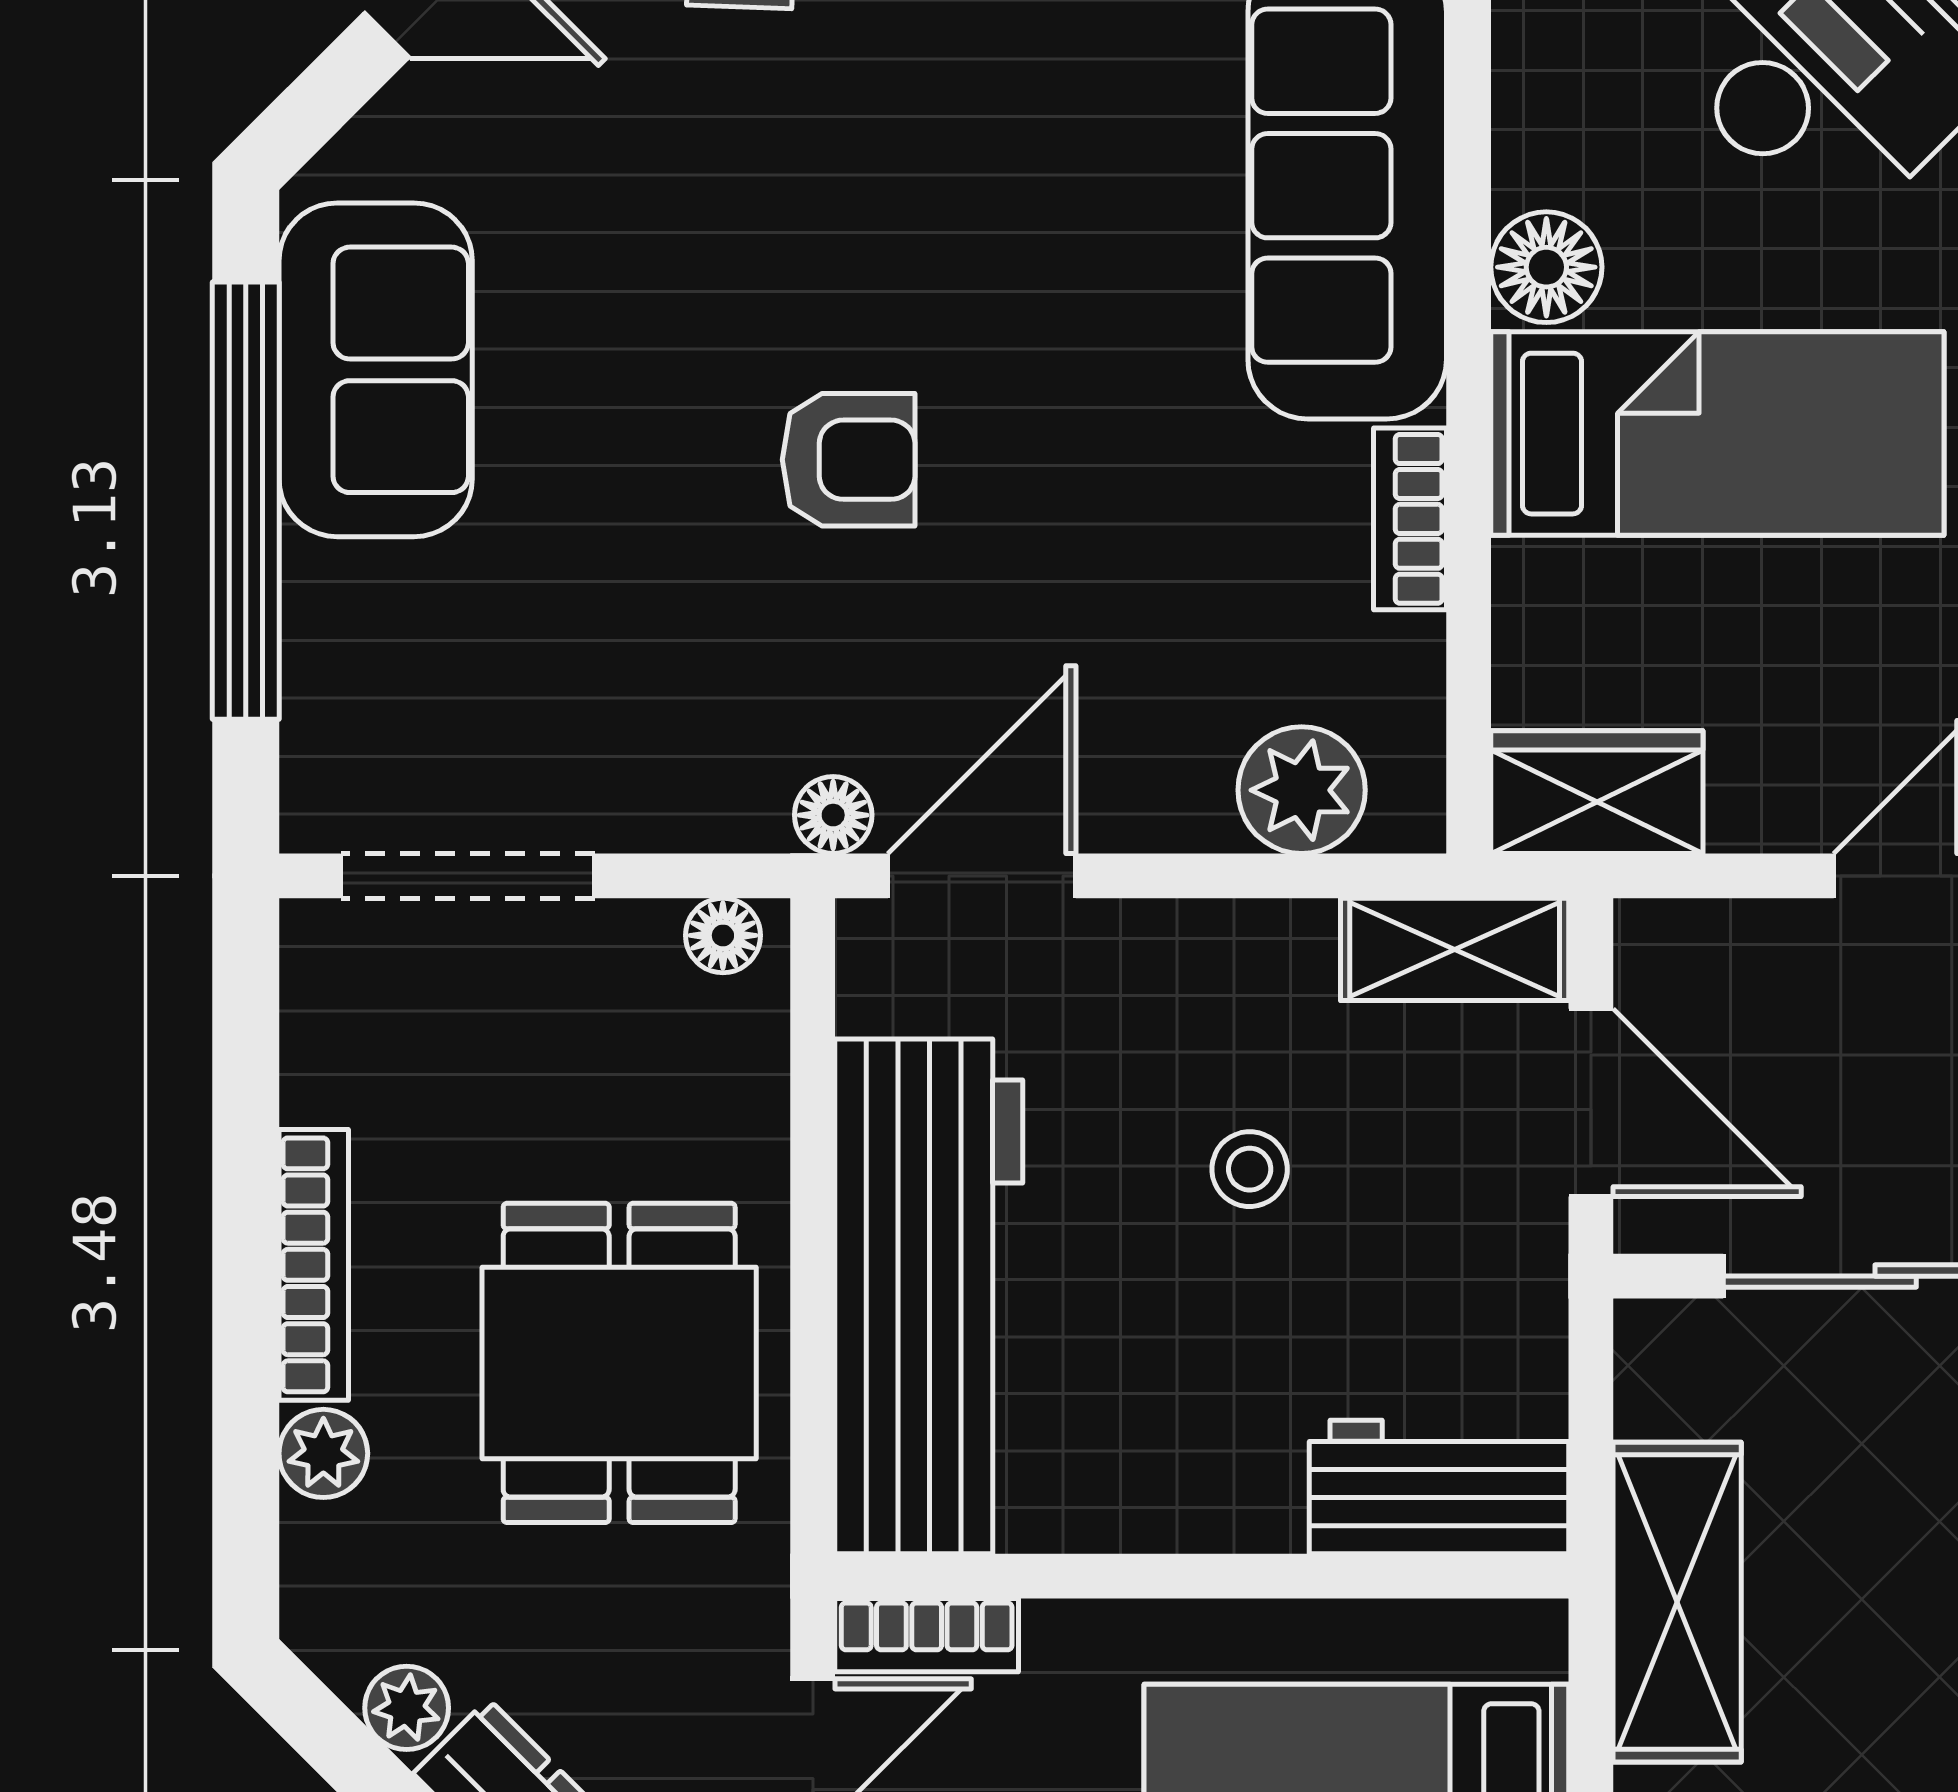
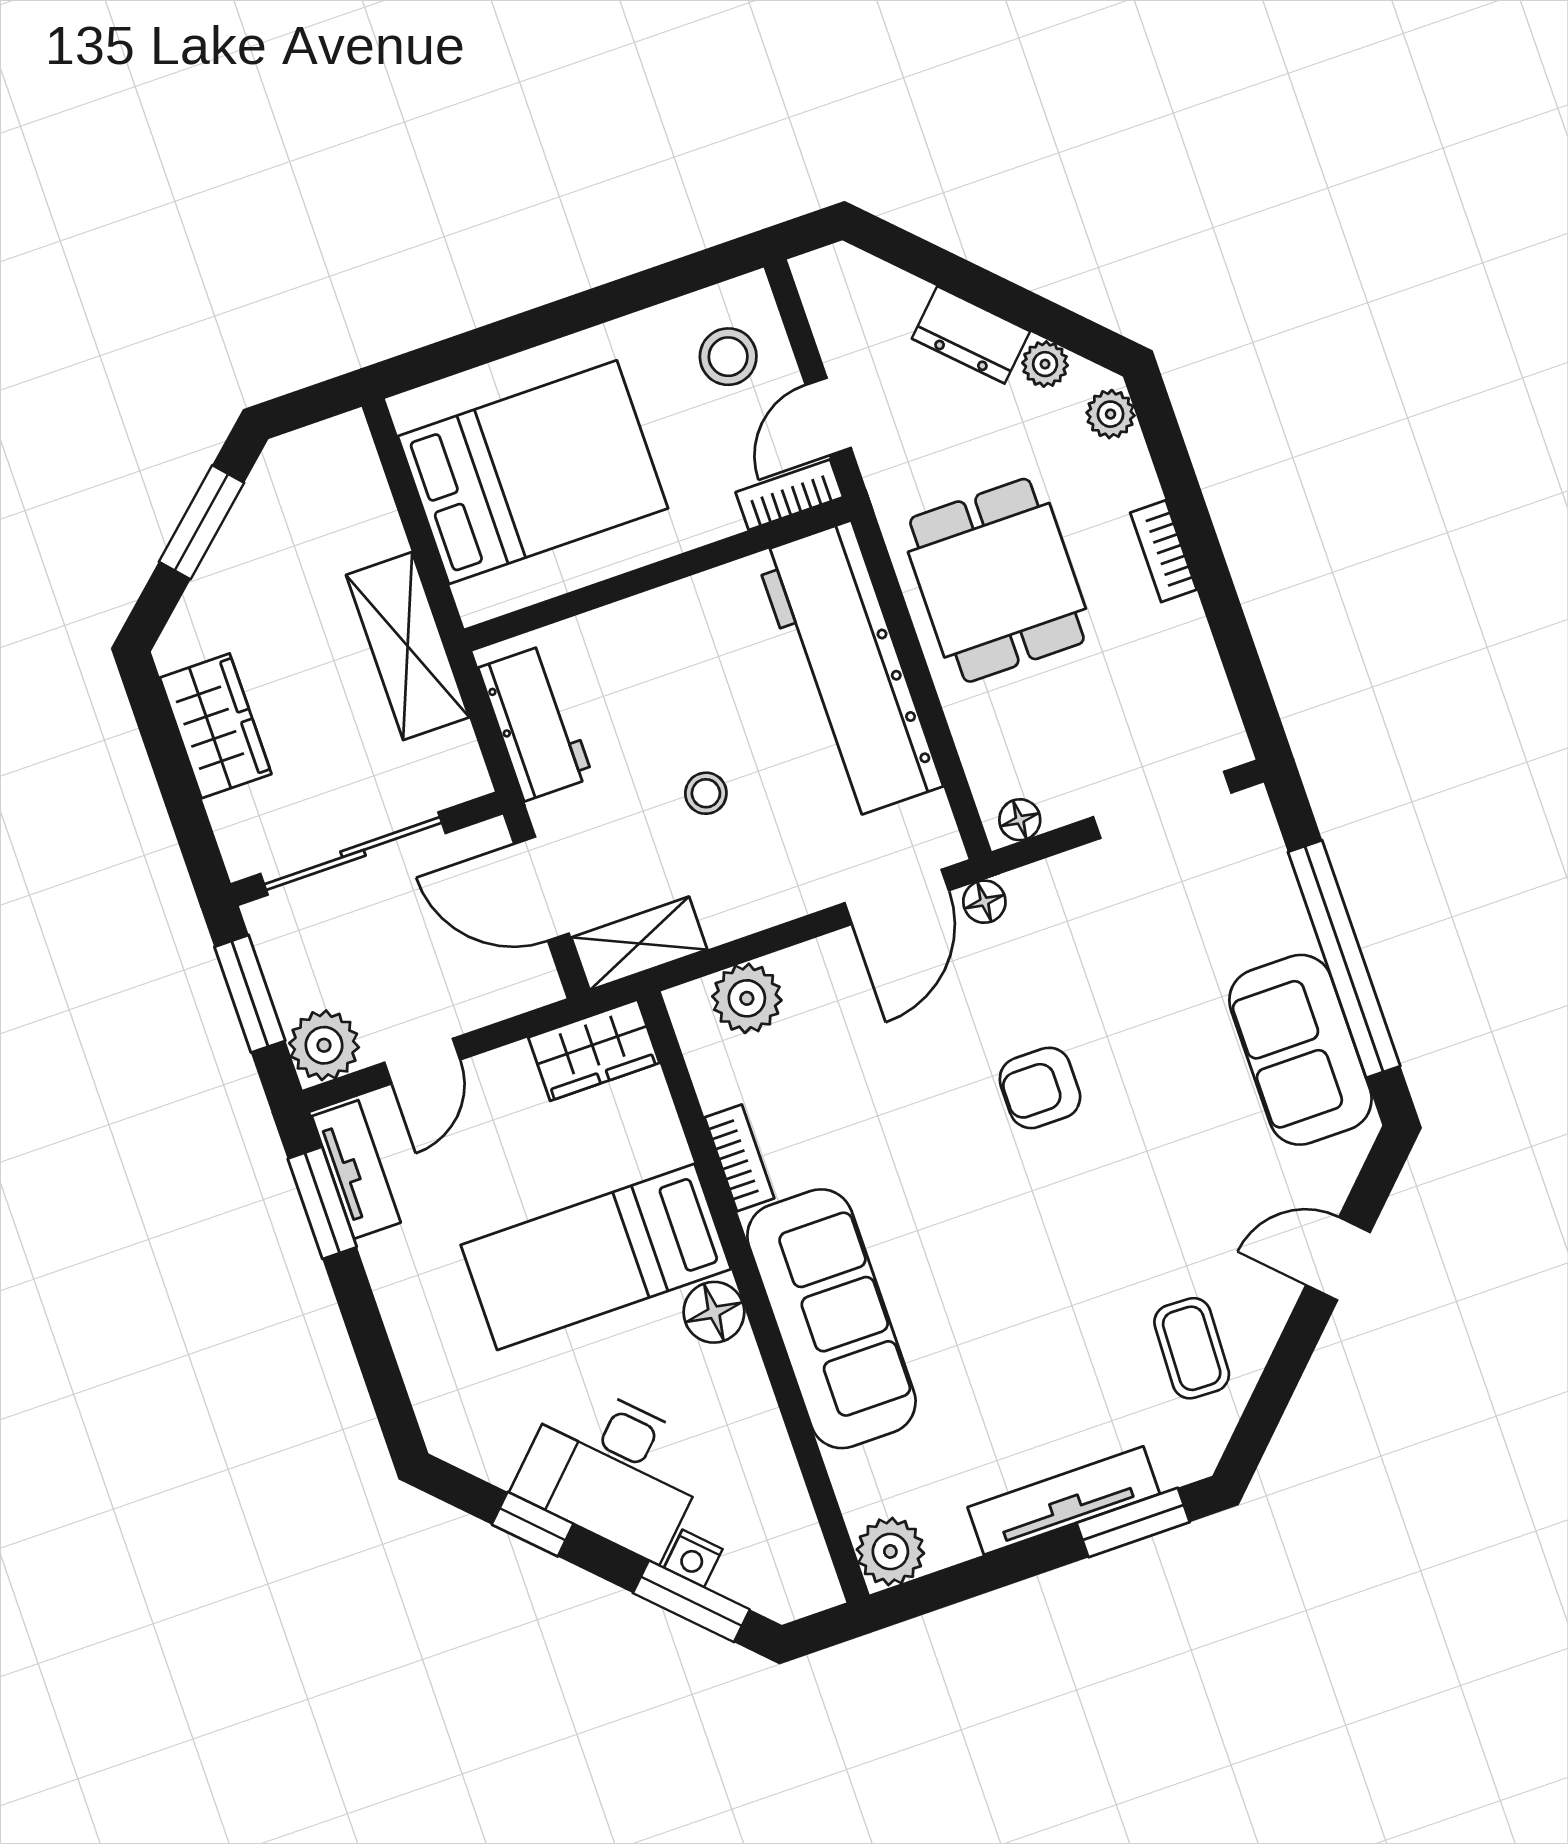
bookcase: (314, 1265) -> (1164, 551), width x0.64
plant: (323, 1453) -> (1111, 414), moved
workbench: (1439, 1487) -> (536, 723), moved, turned -90

